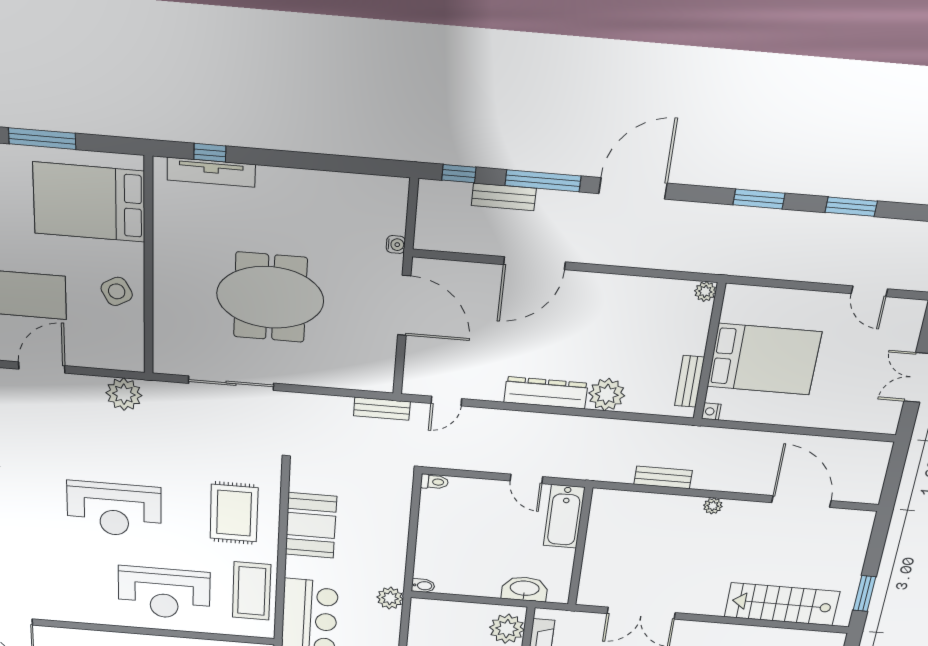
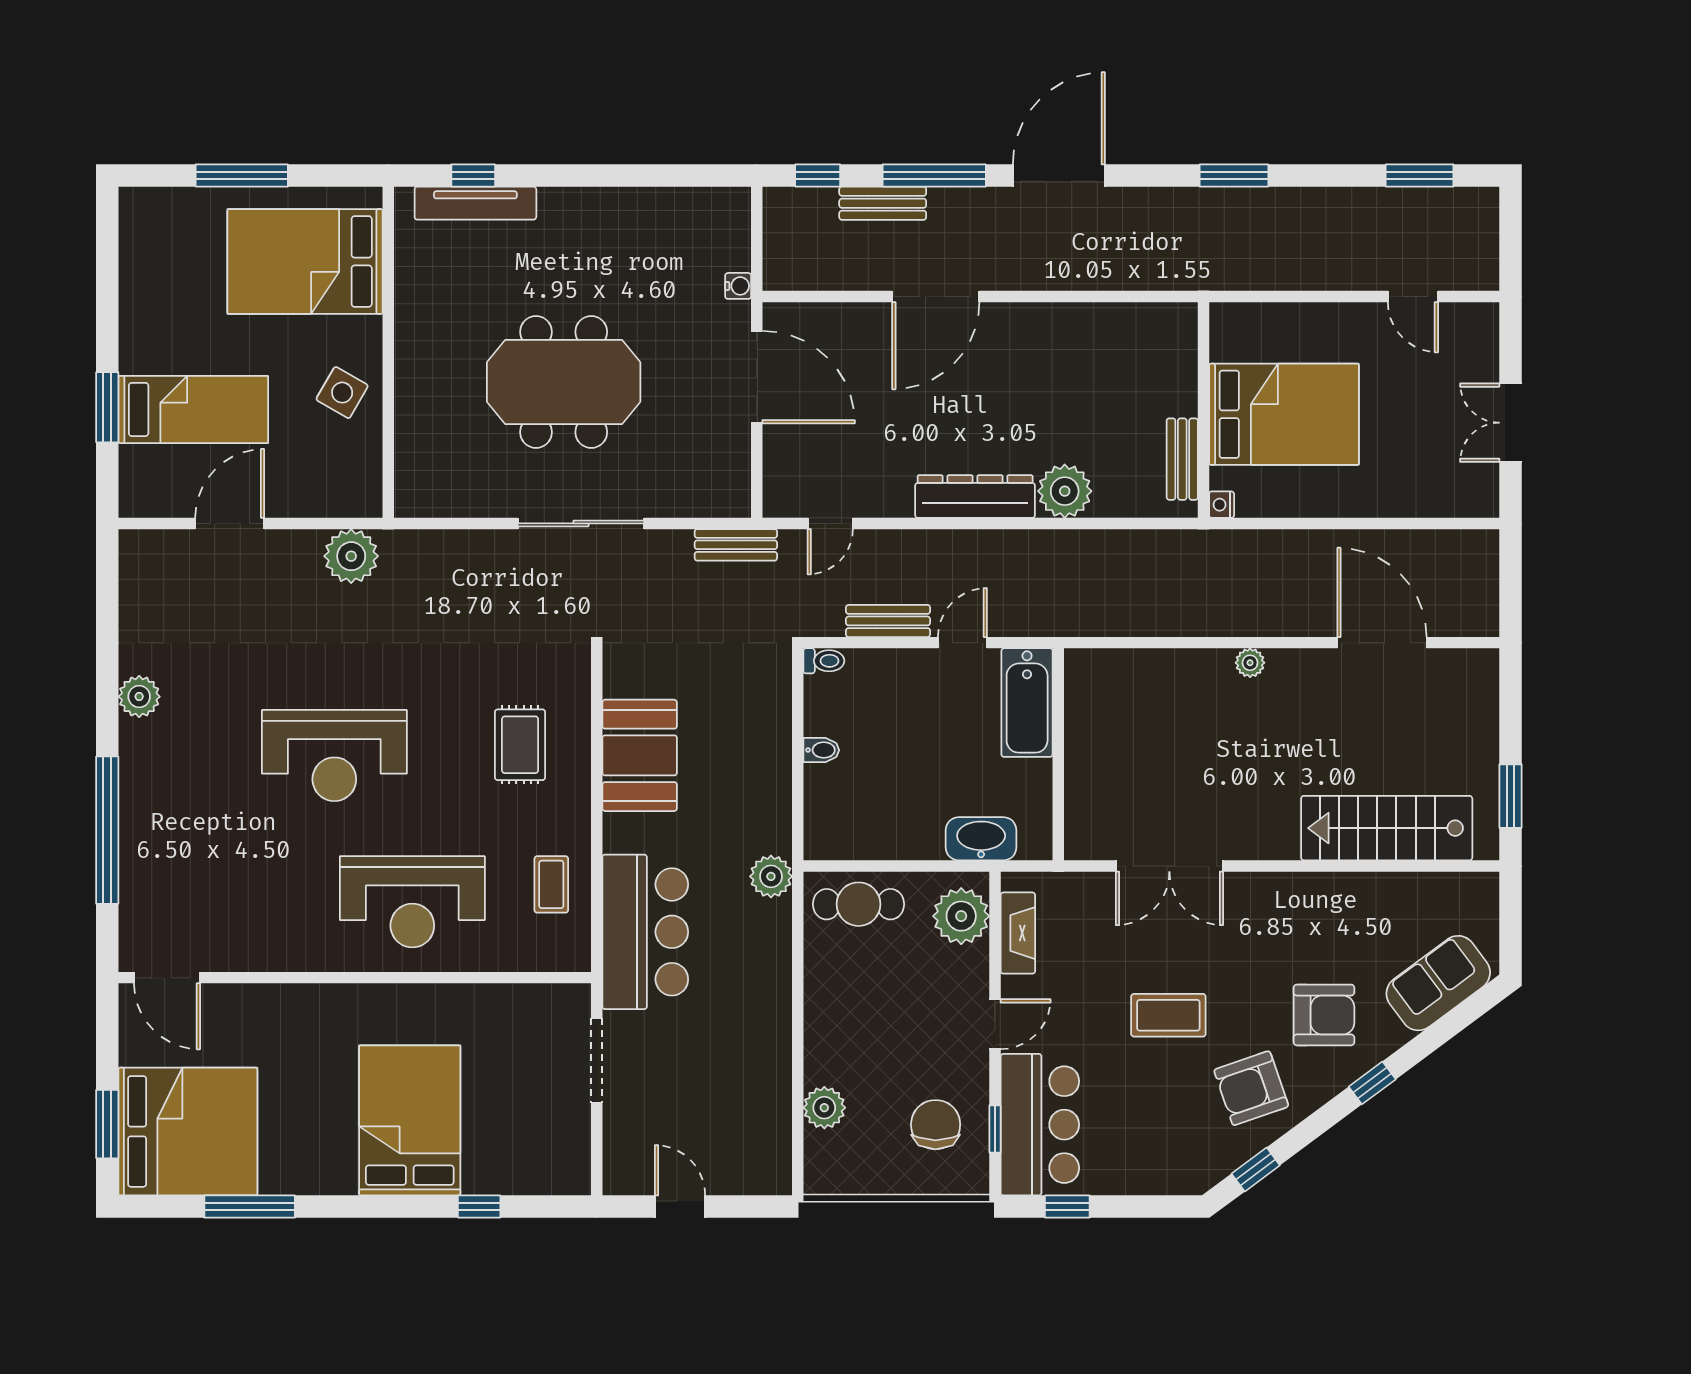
window: (851, 207) -> (1420, 175), moved
side table: (117, 291) -> (342, 393), turned -31
plant: (705, 291) -> (1182, 317), removed
sliding door: (231, 383) -> (581, 523), moved
bench: (663, 477) -> (888, 621), moved
door: (526, 479) -> (962, 643), swing flipped
rug: (234, 513) -> (520, 745), width x0.73, depth x0.70
bidet: (423, 586) -> (821, 750), moved
coffee table: (252, 591) -> (551, 884), width x0.54, depth x0.58
cafe table: (444, 617) -> (859, 904), added

